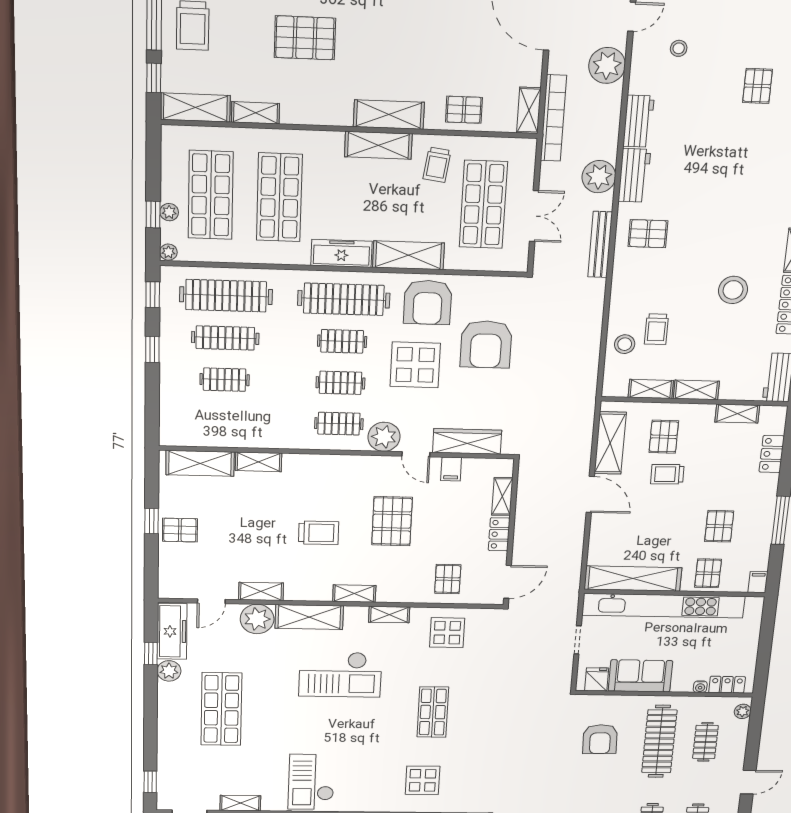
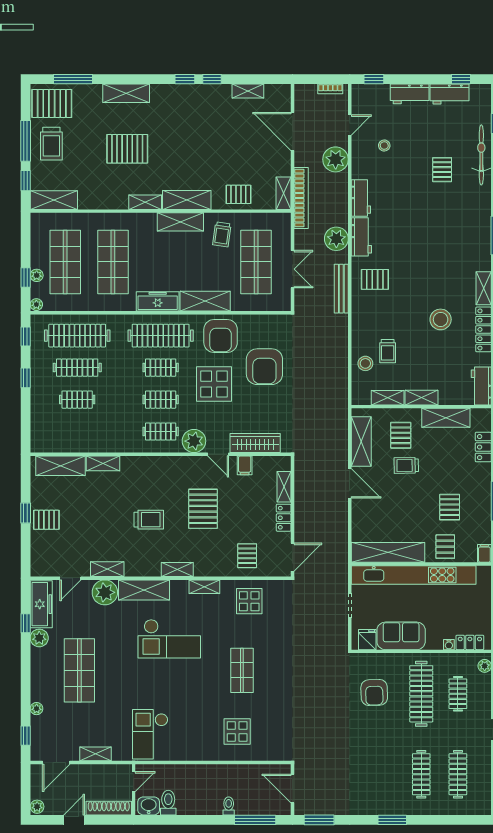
shelving: (256, 113) -> (145, 202), moved
shelving: (737, 414) -> (446, 418), width x1.50, depth x1.33
plant: (165, 752) -> (37, 709), added

